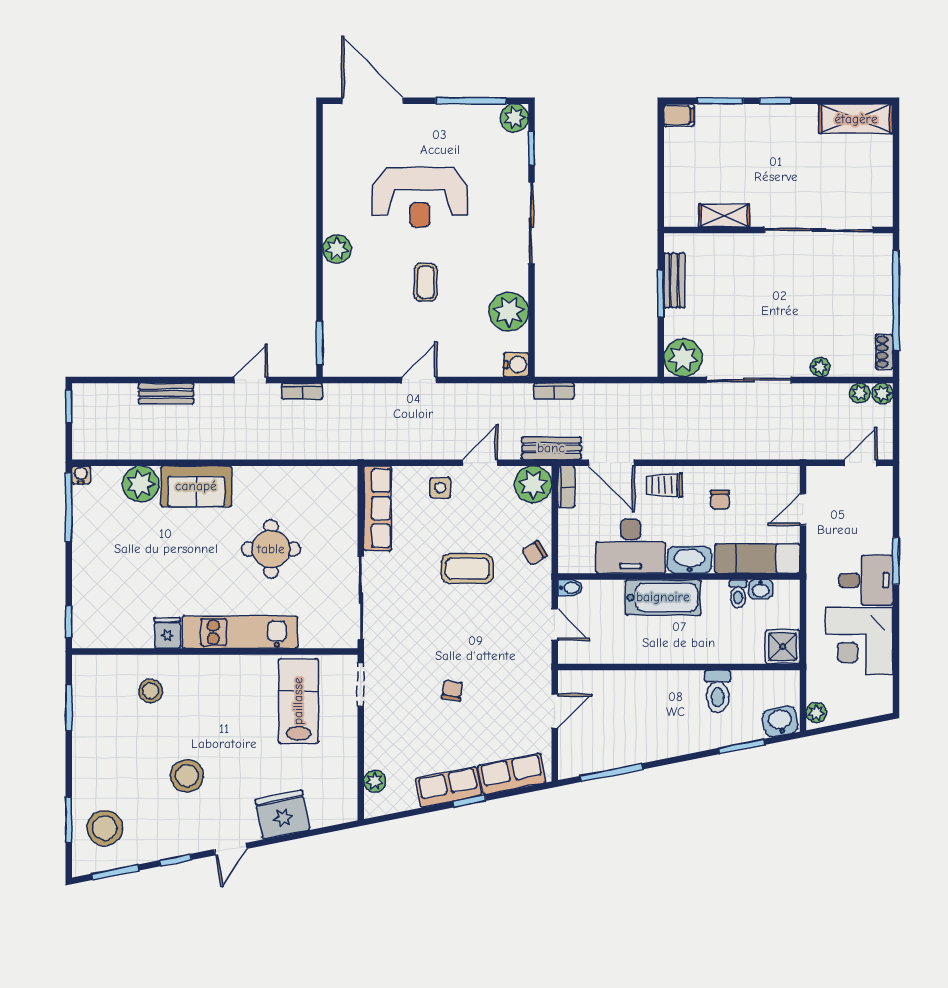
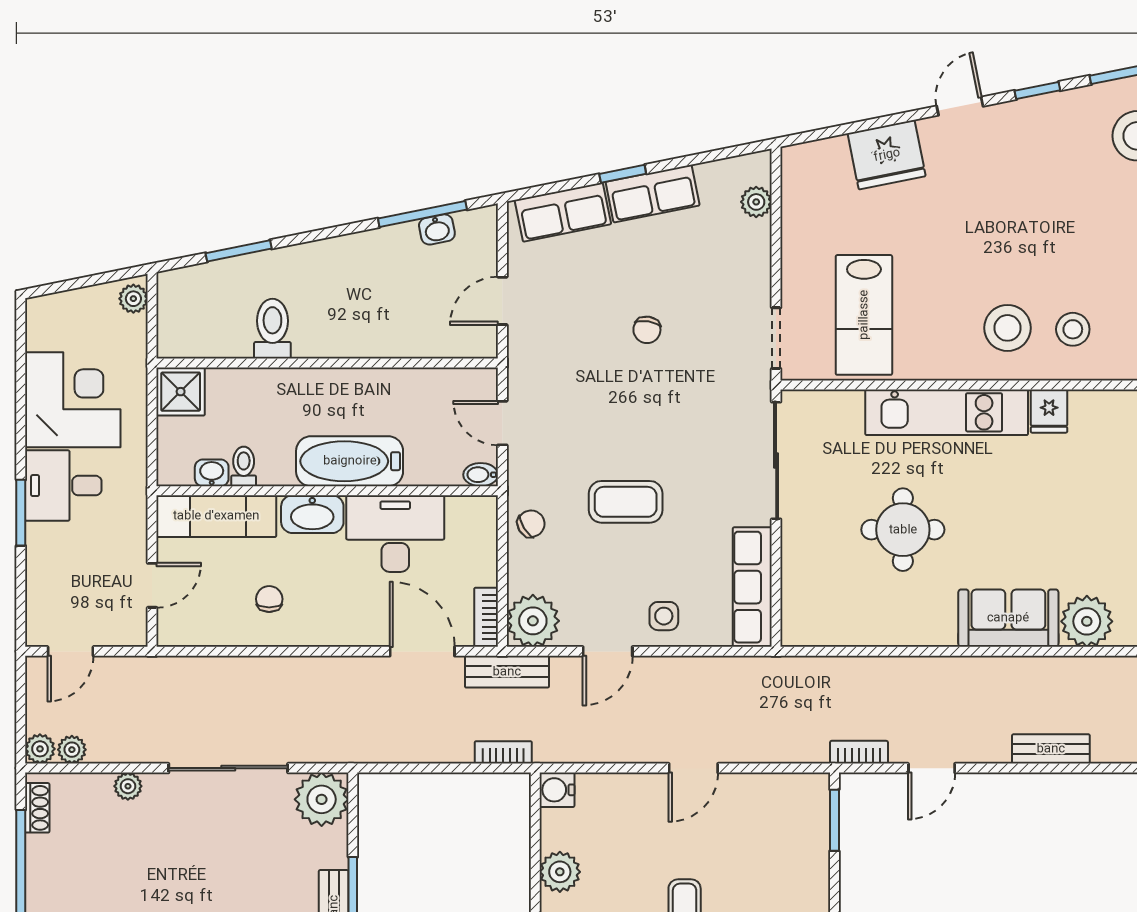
plant: (509, 312) -> (560, 872), width x0.73, depth x0.73
trolley: (664, 485) -> (348, 620), removed
washbasin: (780, 721) -> (437, 229), moved, width x0.72, depth x0.69
stool: (187, 776) -> (1007, 328), moved

